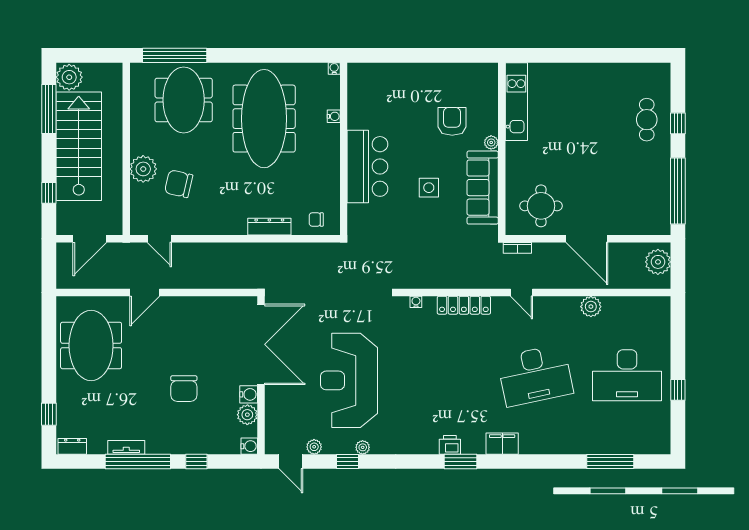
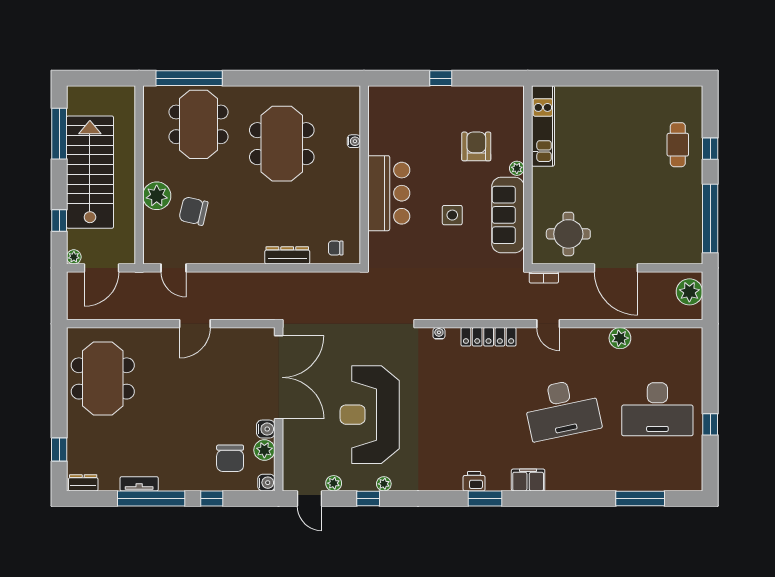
window: (418, 55) -> (441, 78), added
water cooler: (334, 68) -> (354, 92), removed
plant: (69, 77) -> (74, 257), moved, width x0.53, depth x0.53
meeting table: (264, 119) -> (282, 144), width x0.73
door: (145, 293) -> (195, 324), moved
chair: (184, 389) -> (230, 458), moved

